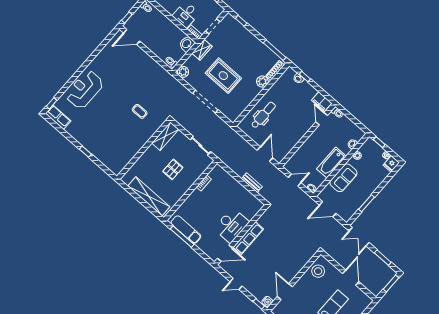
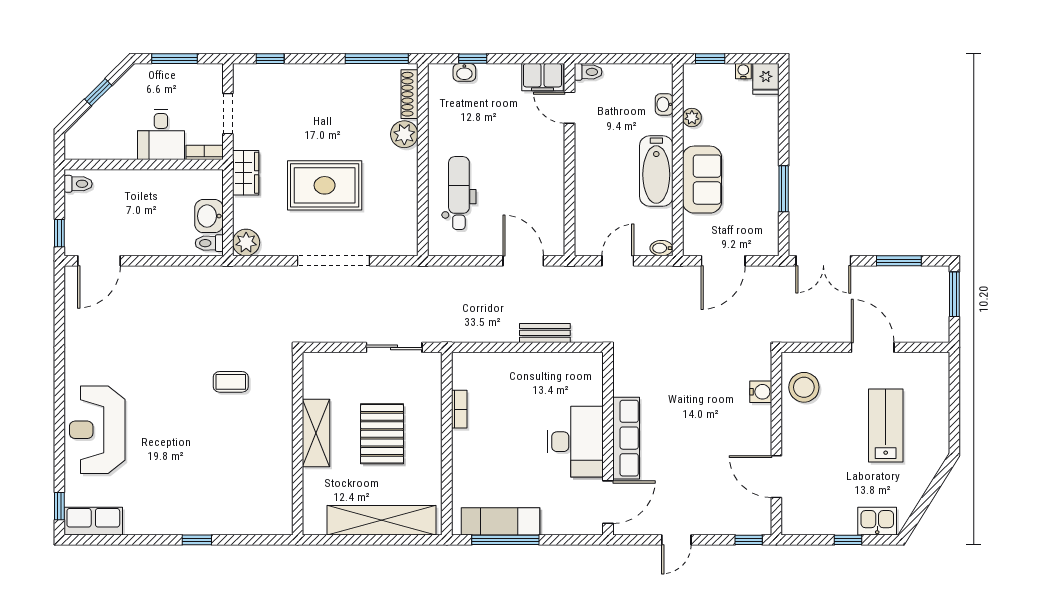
washbasin: (187, 44) -> (209, 216), moved
shelving: (165, 136) -> (316, 433), moved
pallet: (173, 169) -> (382, 434), width x1.50, depth x1.42
water cooler: (267, 302) -> (761, 392), moved

